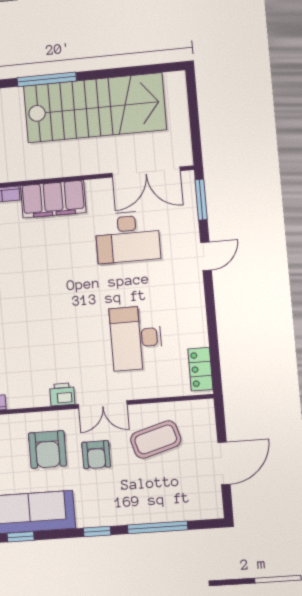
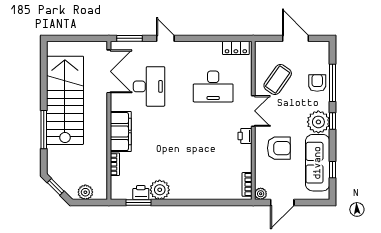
coffee table: (156, 439) -> (278, 80), turned 51
armchair: (96, 455) -> (317, 83), moved, turned -90
plant: (94, 509) -> (318, 122), added

